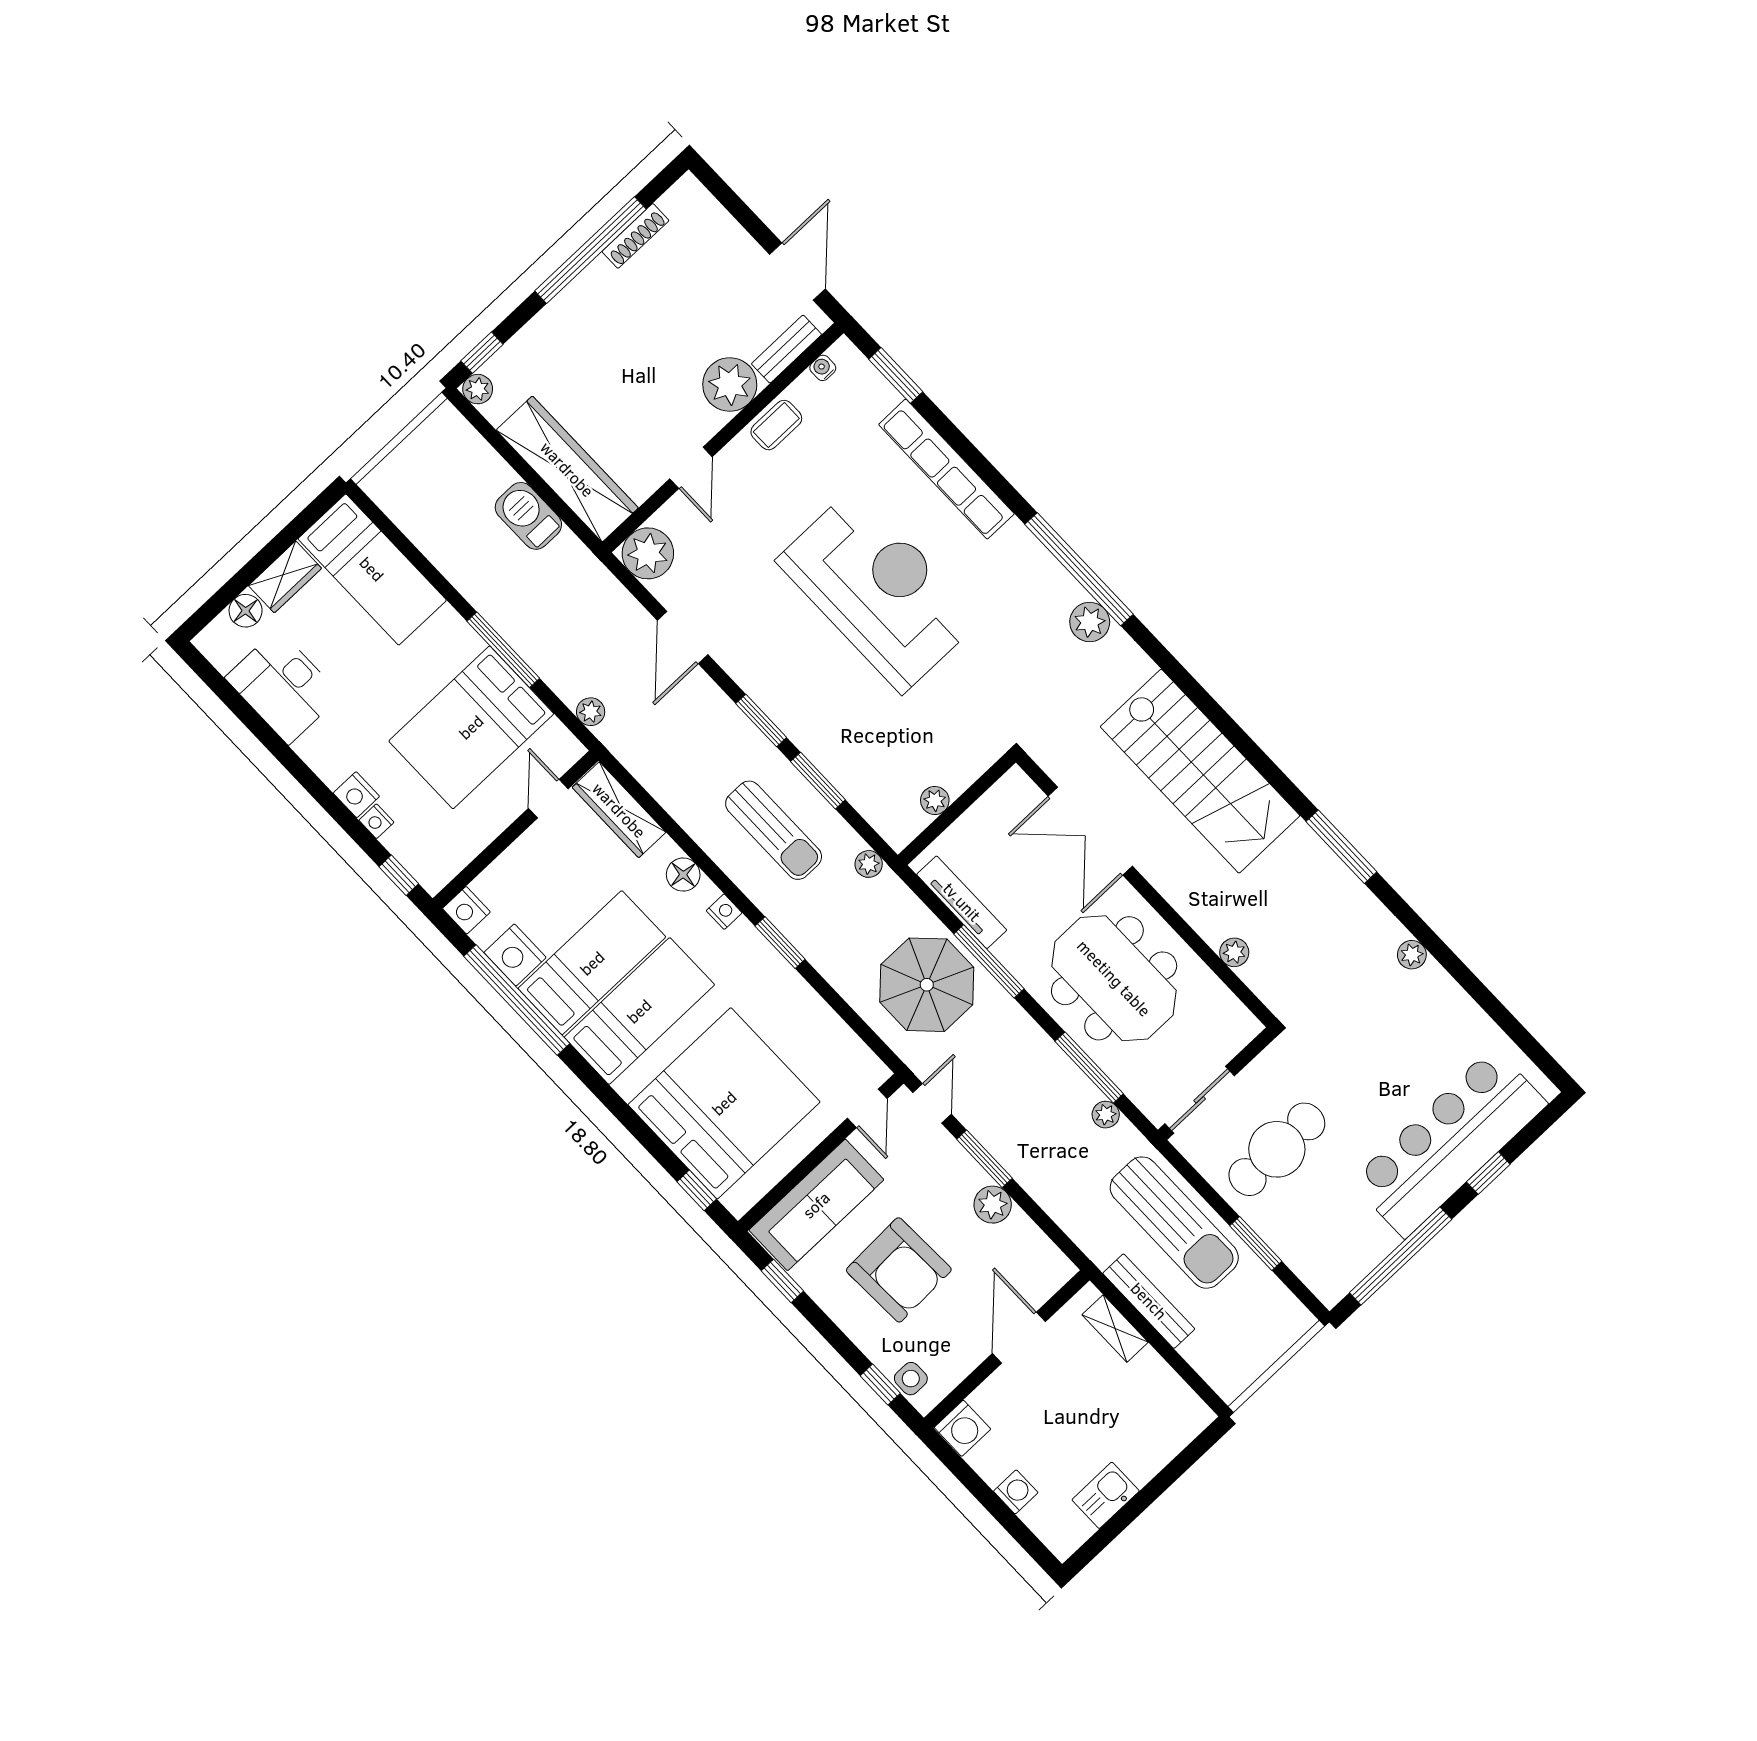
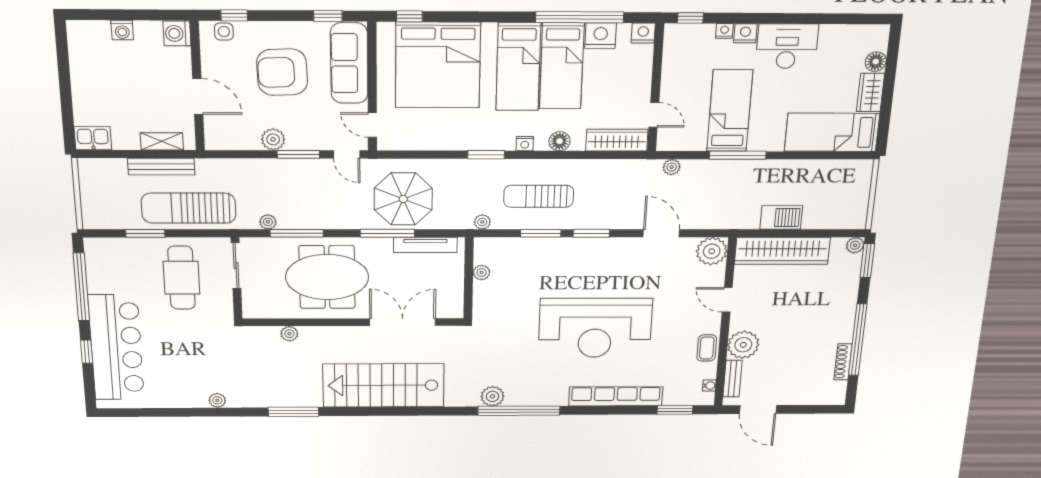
window: (482, 353) -> (867, 261), width x1.50
desk: (283, 687) -> (787, 46), moved
bed: (471, 727) -> (730, 111), width x0.67
kitchen sink: (1106, 1495) -> (93, 138), moved, turned -90

